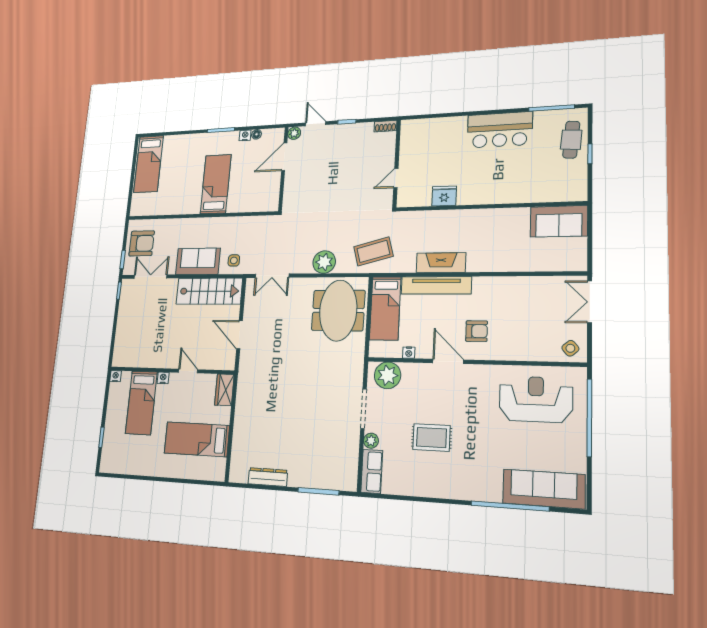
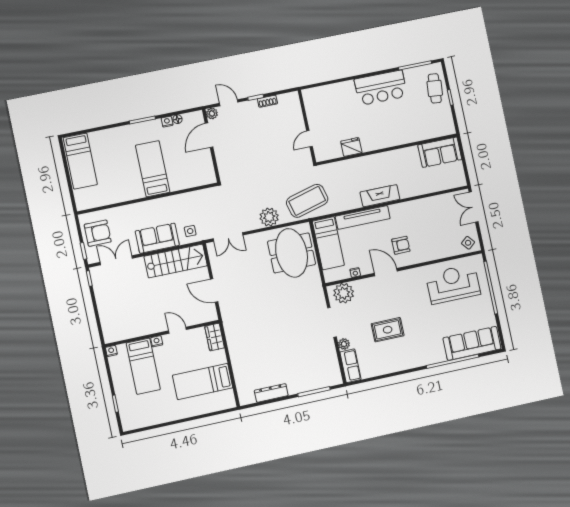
shoe rack: (385, 126) -> (267, 101), moved
coffee table: (373, 251) -> (307, 201), width x1.36, depth x1.32
fireplace: (441, 263) -> (380, 196), moved

